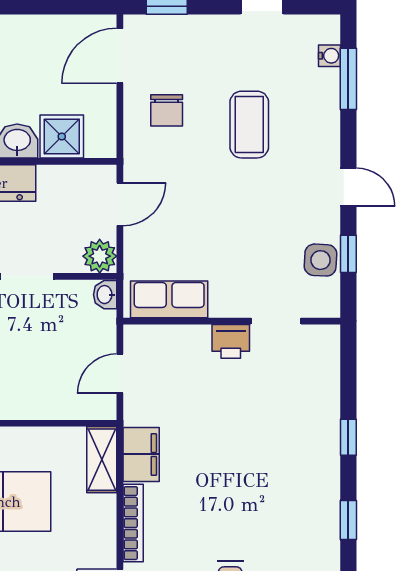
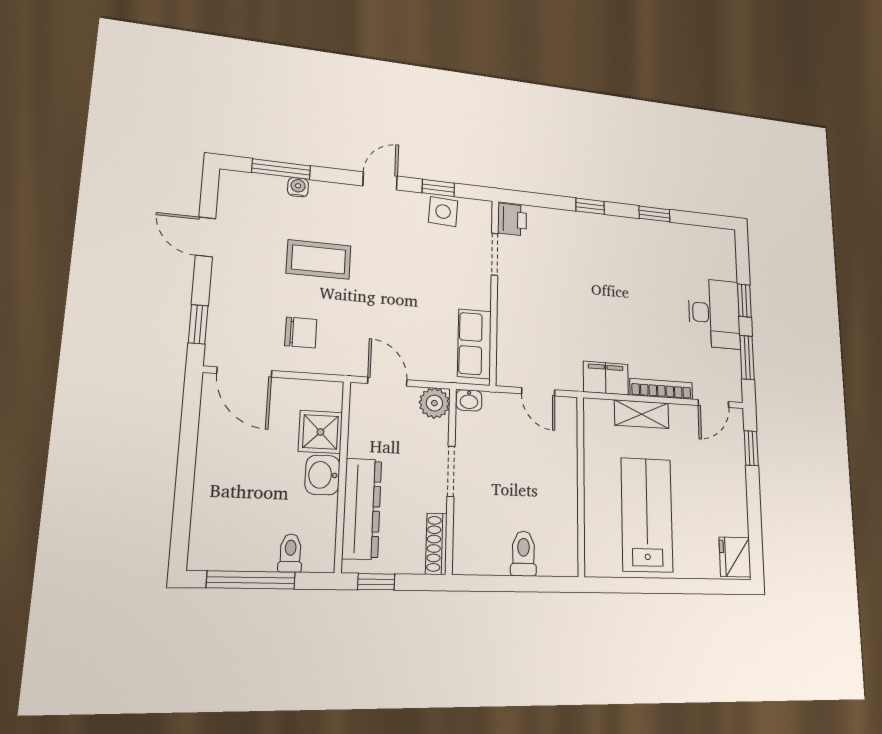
water cooler: (330, 56) -> (298, 187), moved
printer: (231, 341) -> (512, 219), moved
shelving: (102, 460) -> (642, 414), moved

